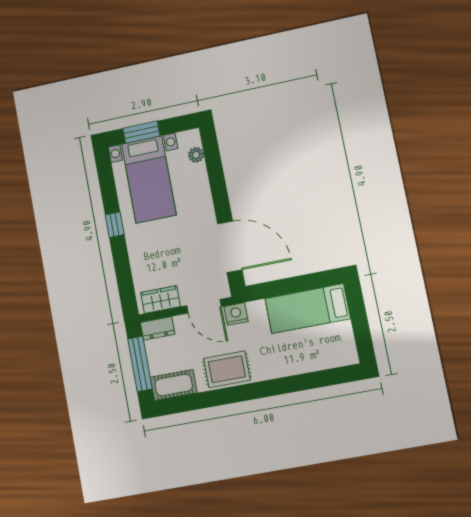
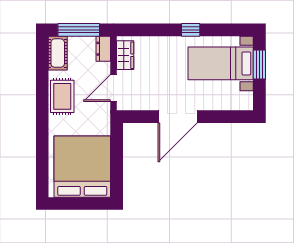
plant: (196, 155) -> (232, 104), removed
door: (230, 247) -> (178, 117), moved
bed: (308, 309) -> (82, 167), width x2.04
nightstand: (236, 314) -> (103, 111), removed

